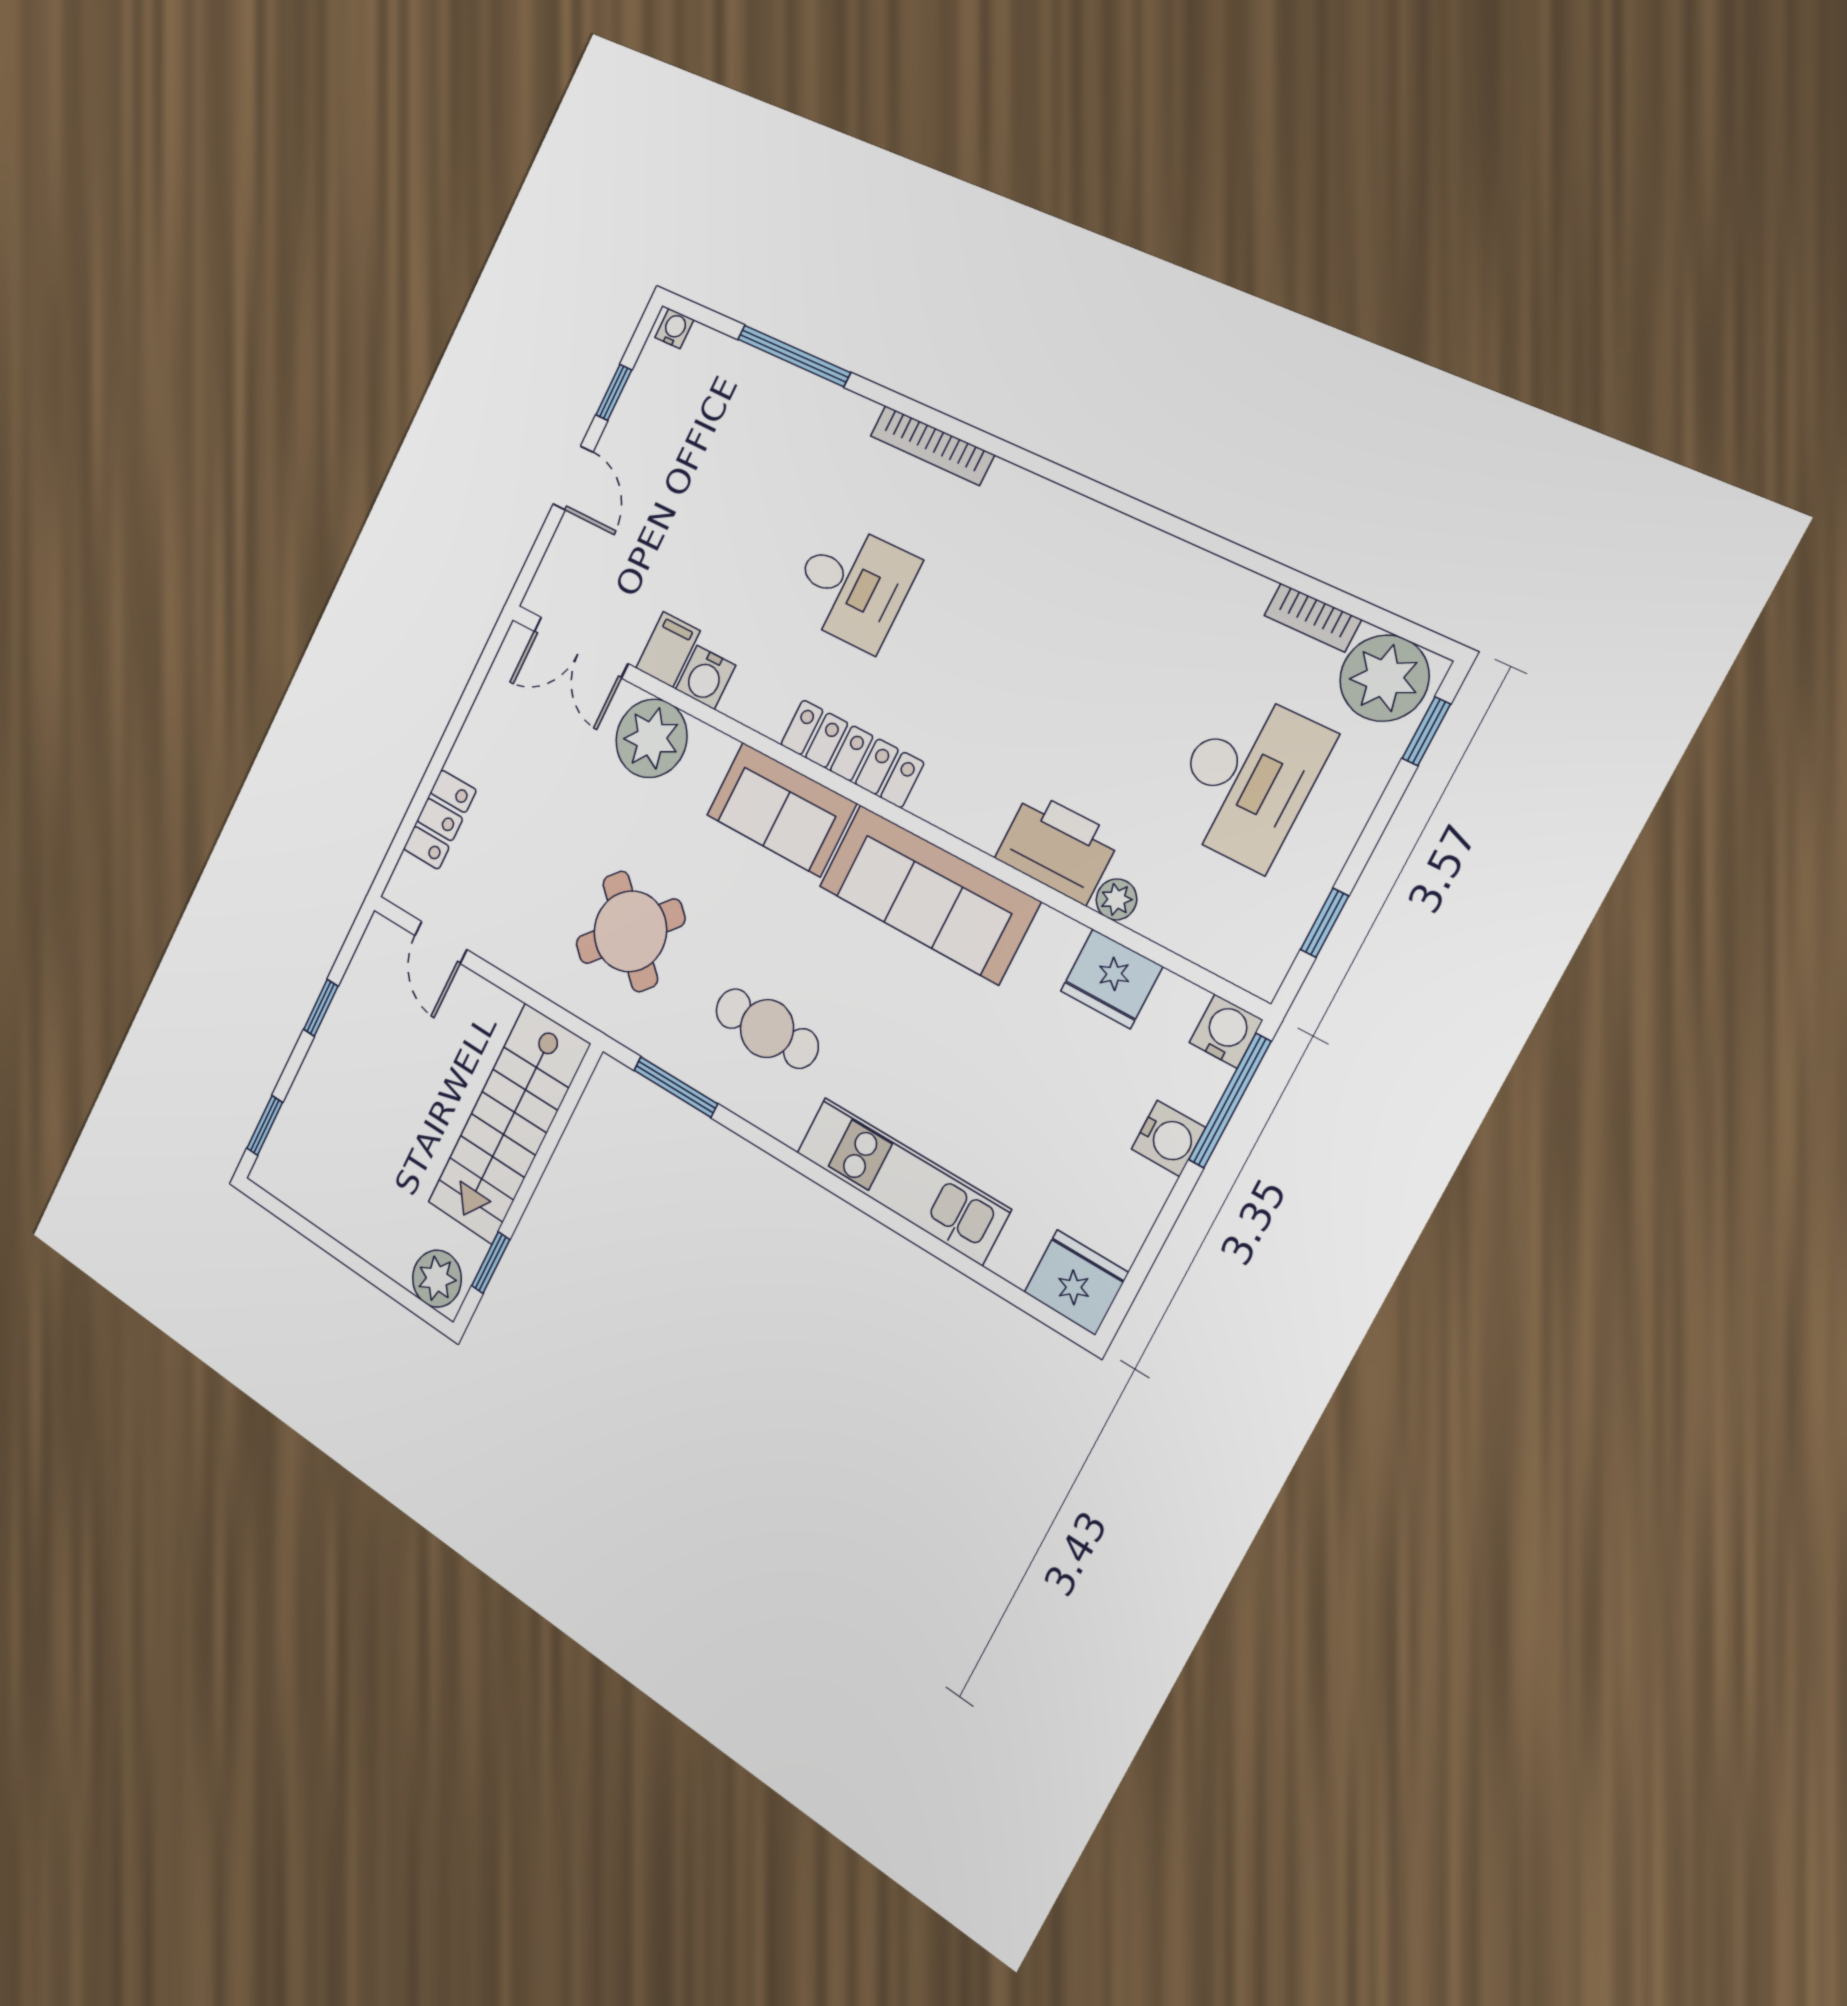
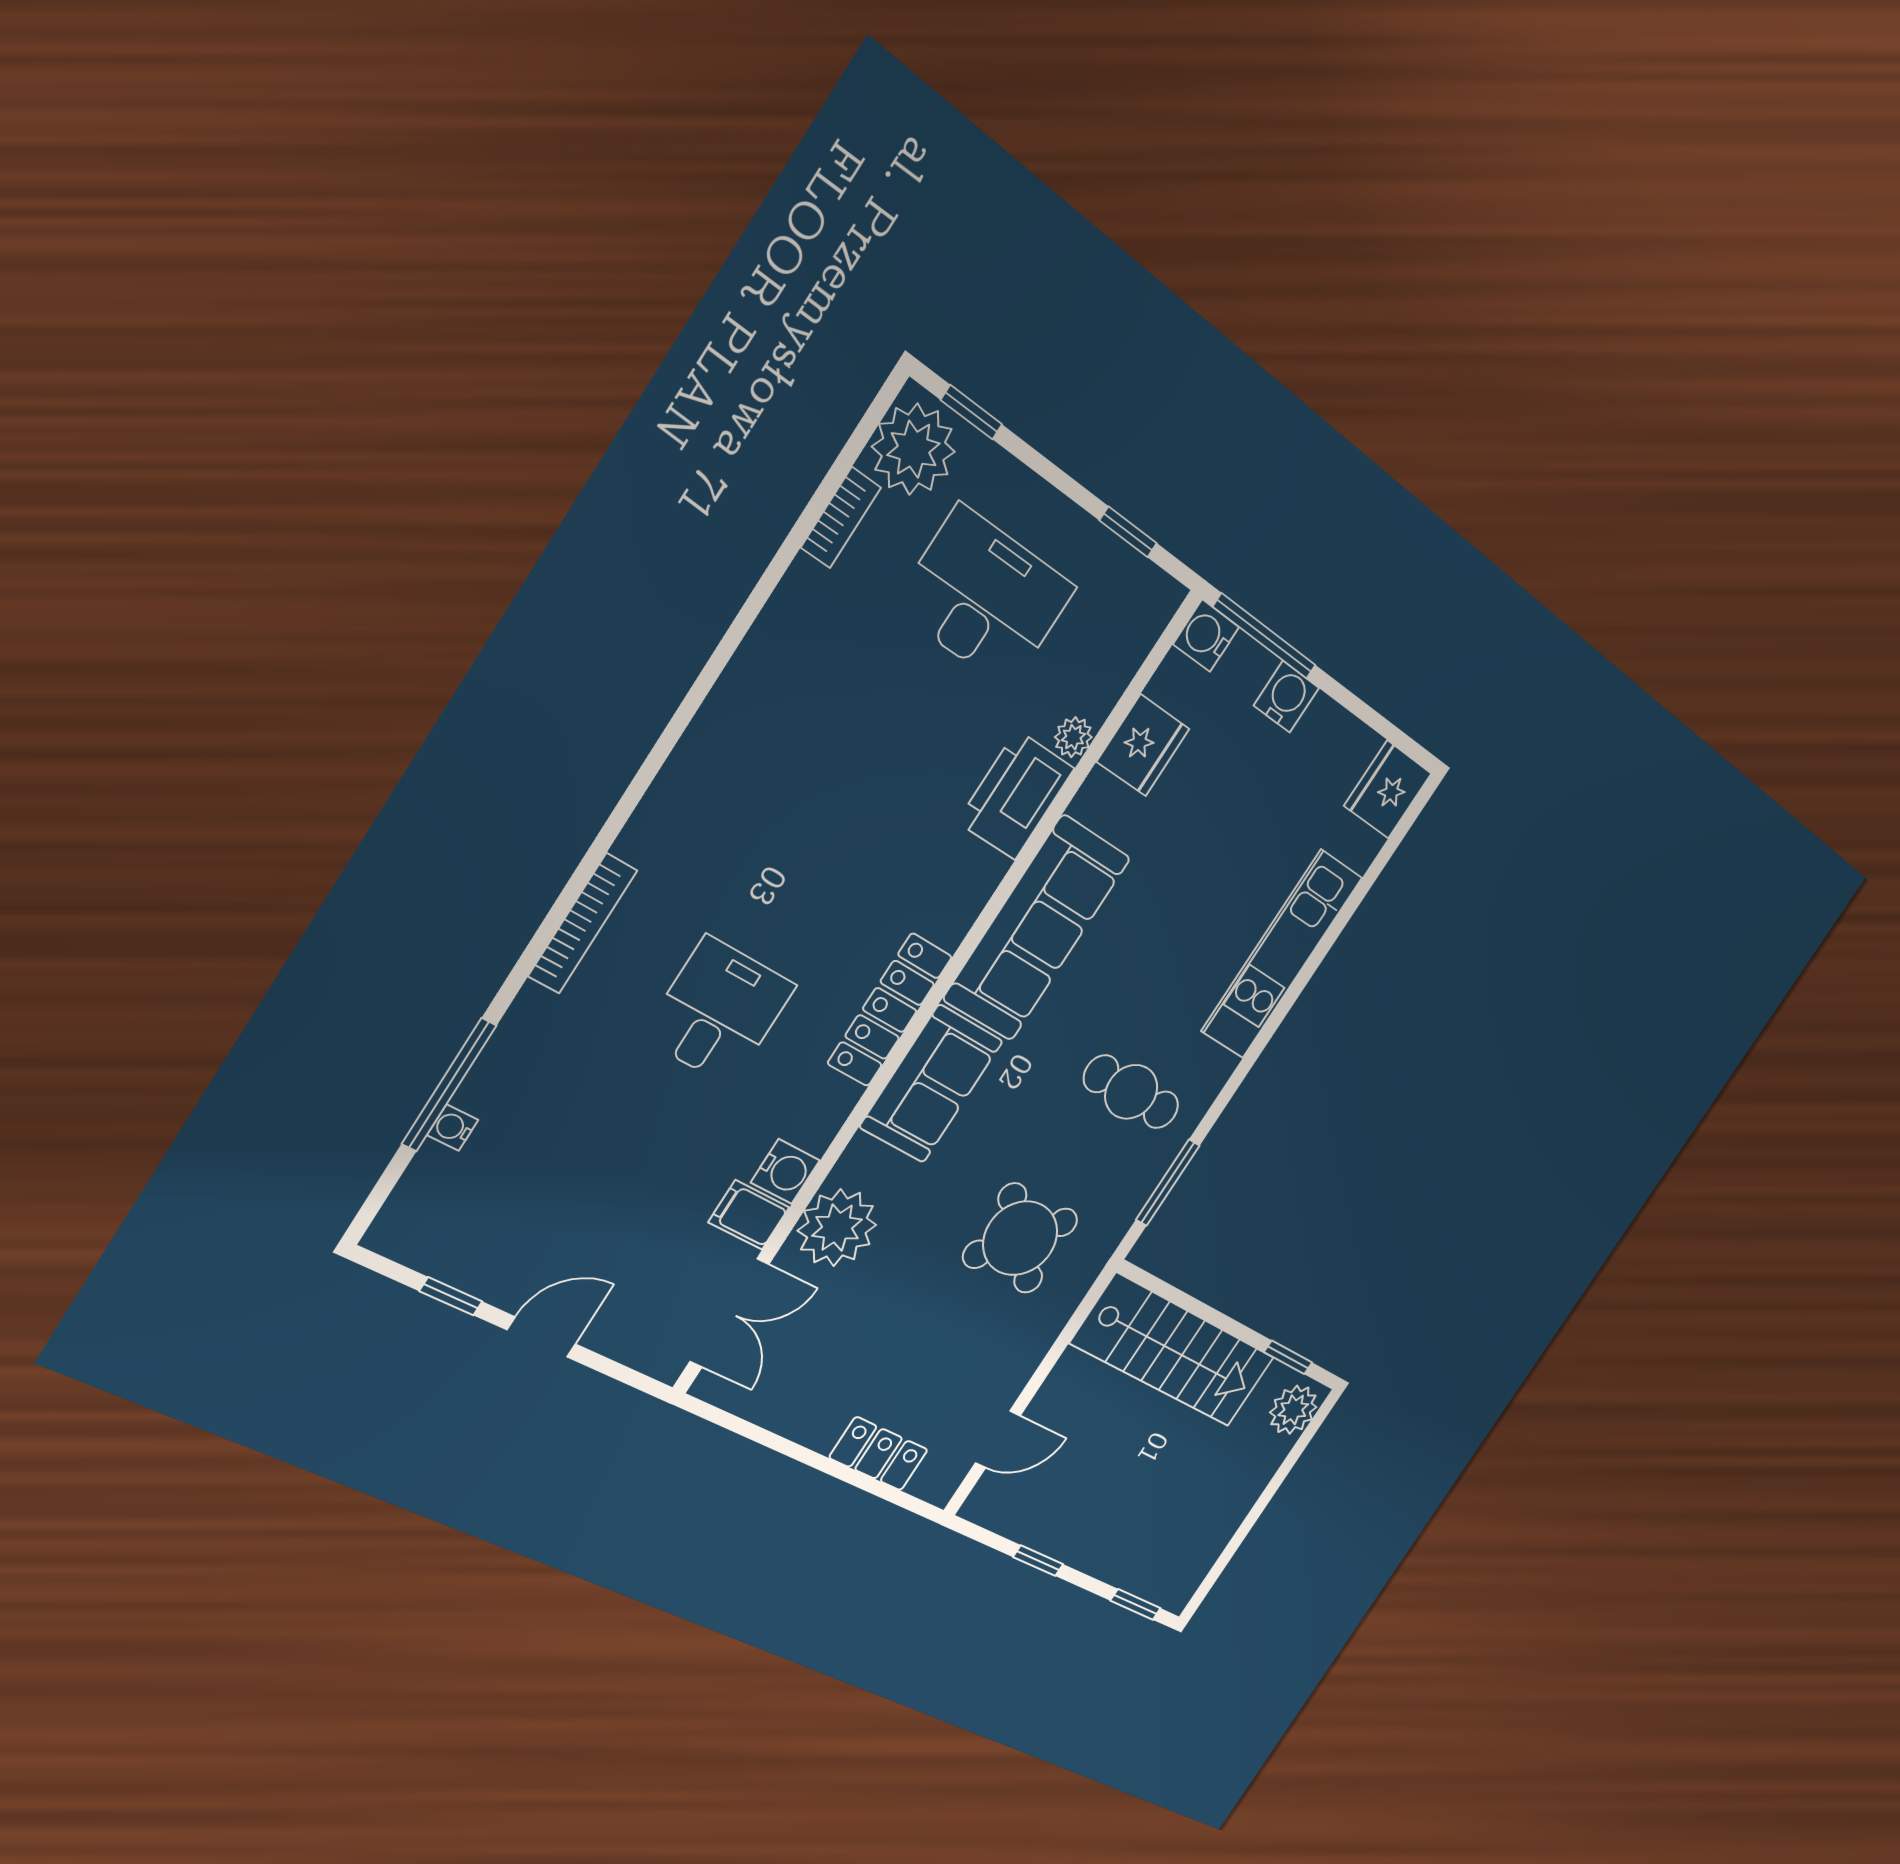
water cooler: (674, 329) -> (453, 1128), moved
cafe table: (767, 1028) -> (1131, 1092), turned 90

